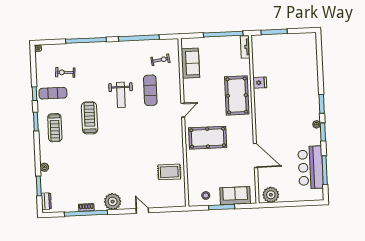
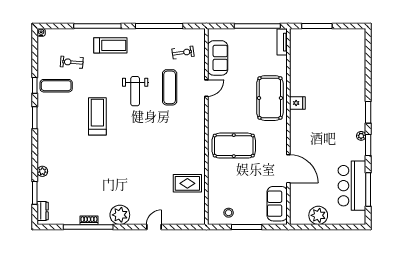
fridge: (260, 83) -> (297, 103), moved
door: (183, 110) -> (206, 88), moved
treadmill: (55, 128) -> (110, 45), moved, turned -90
plant: (271, 195) -> (318, 215), moved
sofa: (235, 196) -> (277, 204), moved, turned -90
door: (142, 211) -> (154, 227), hinge flipped

